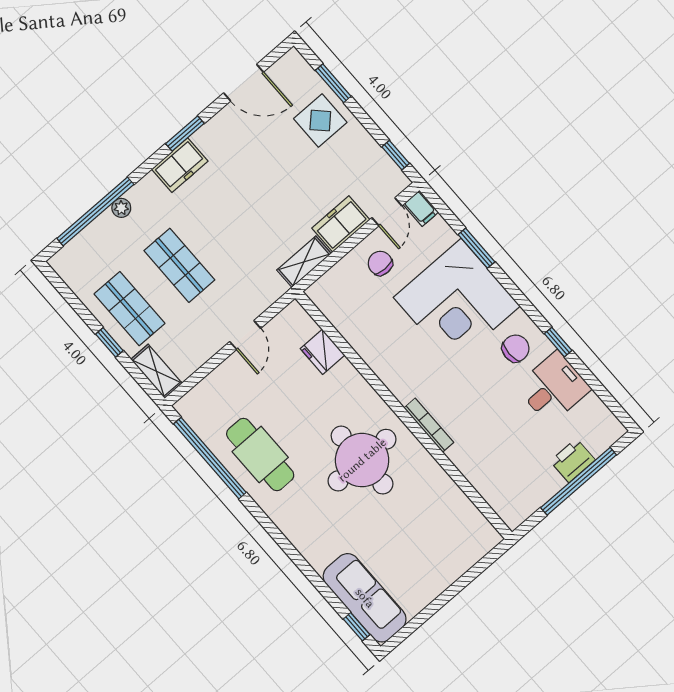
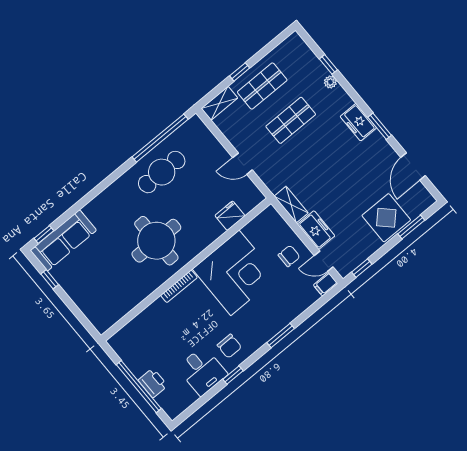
display table: (320, 121) -> (386, 218), width x1.36, depth x1.36
window: (95, 211) -> (328, 64), width x0.32
window: (477, 248) -> (281, 335), moved
corner desk: (457, 302) -> (235, 273), moved, turned 180
window: (423, 617) -> (50, 279), added

